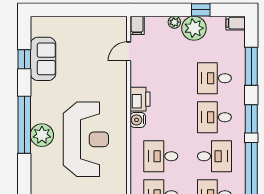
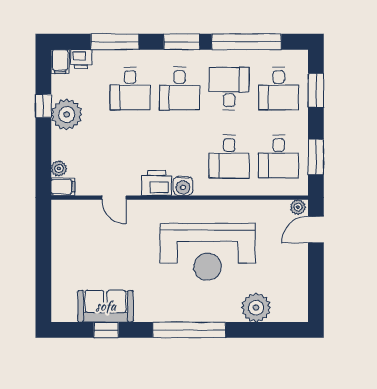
plant: (174, 22) -> (59, 169), moved
printer: (238, 40) -> (81, 59), added
door: (129, 51) -> (114, 198), moved
plant: (42, 135) -> (256, 308), moved
reception desk: (86, 139) -> (208, 252), turned 180

